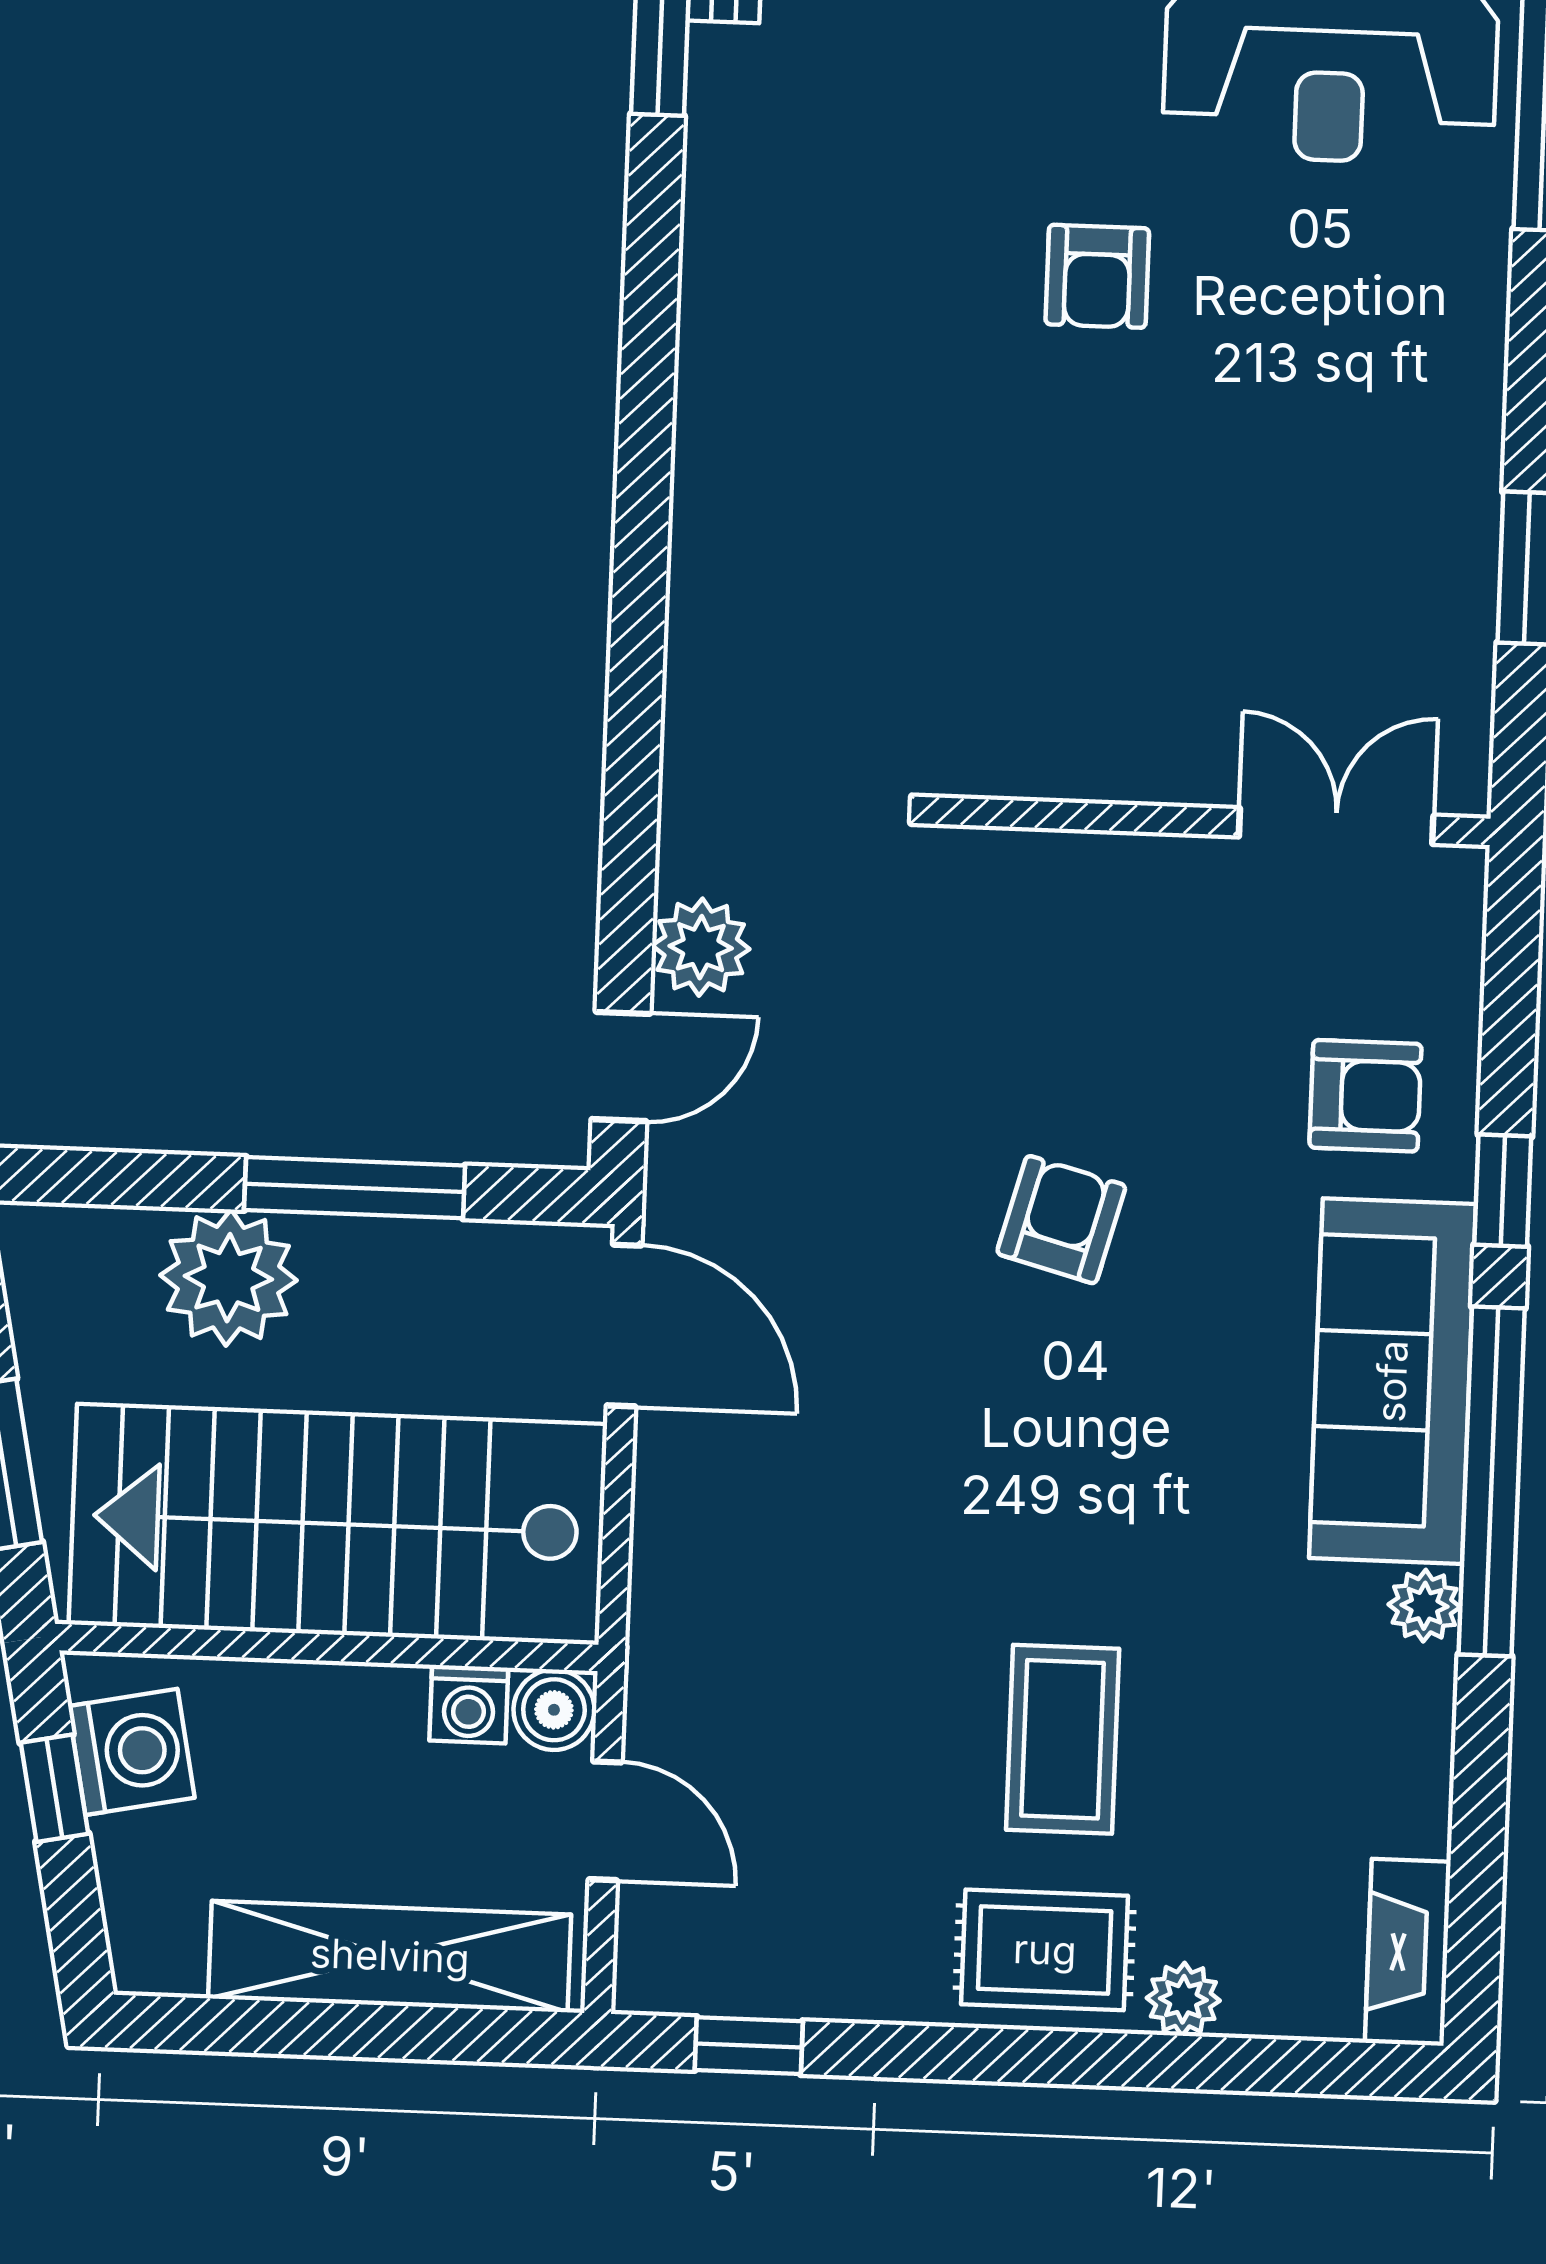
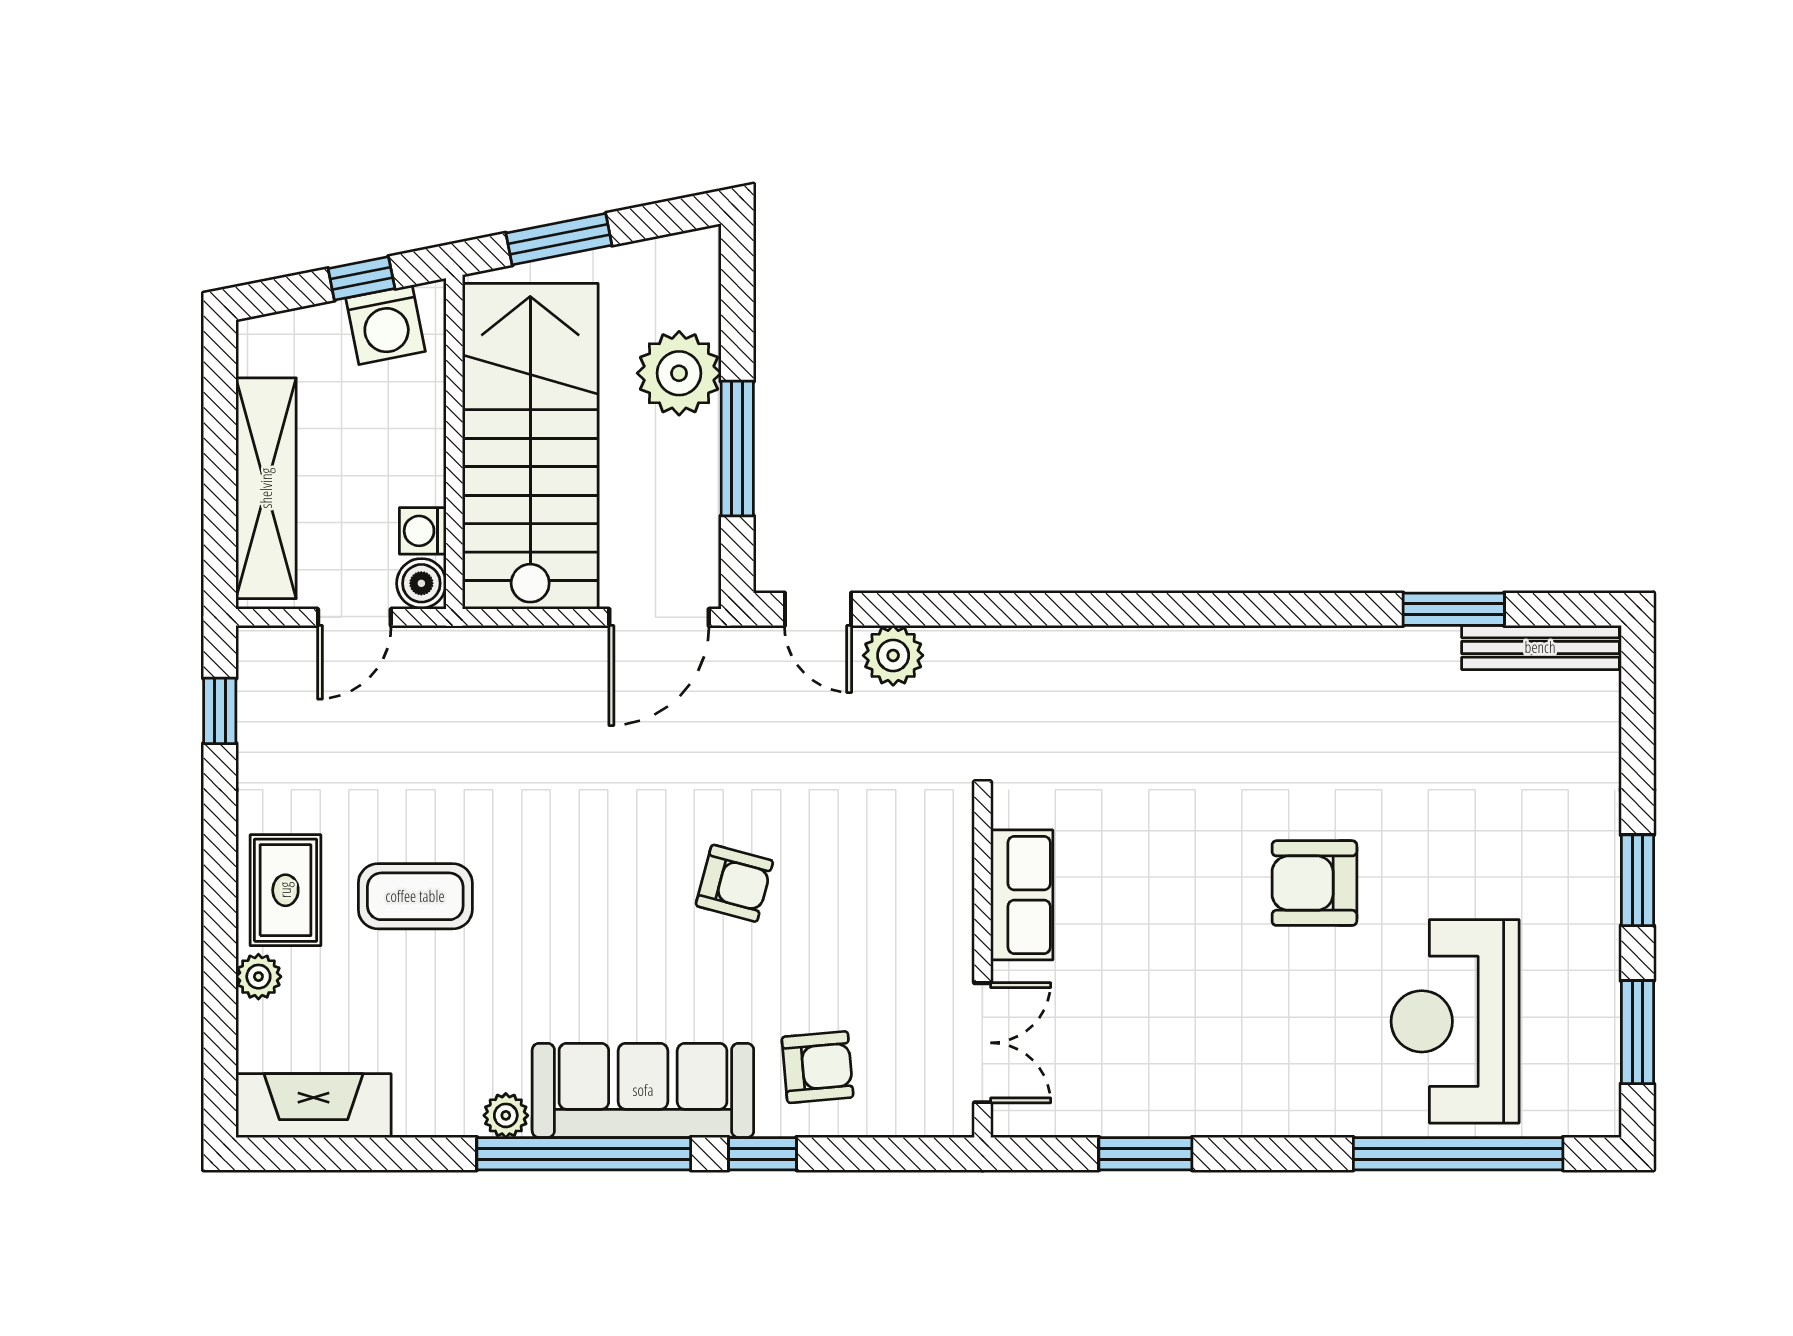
armchair: (1097, 276) -> (1314, 883), width x1.38, depth x1.38
row of seats: (1098, 753) -> (1022, 895), added
armchair: (1365, 1096) -> (818, 1067), turned -95
fireplace: (1408, 1952) -> (313, 1106), width x1.37, depth x1.32

